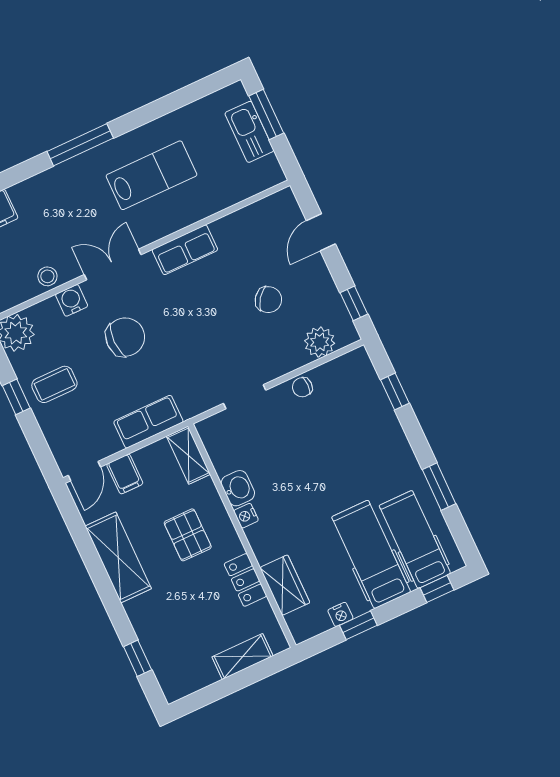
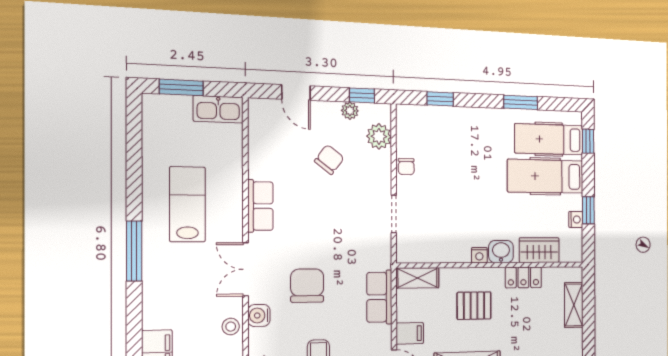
kitchen sink: (249, 132) -> (218, 109), moved
plant: (331, 298) -> (350, 111), added
washbasin: (238, 488) -> (501, 252), moved

